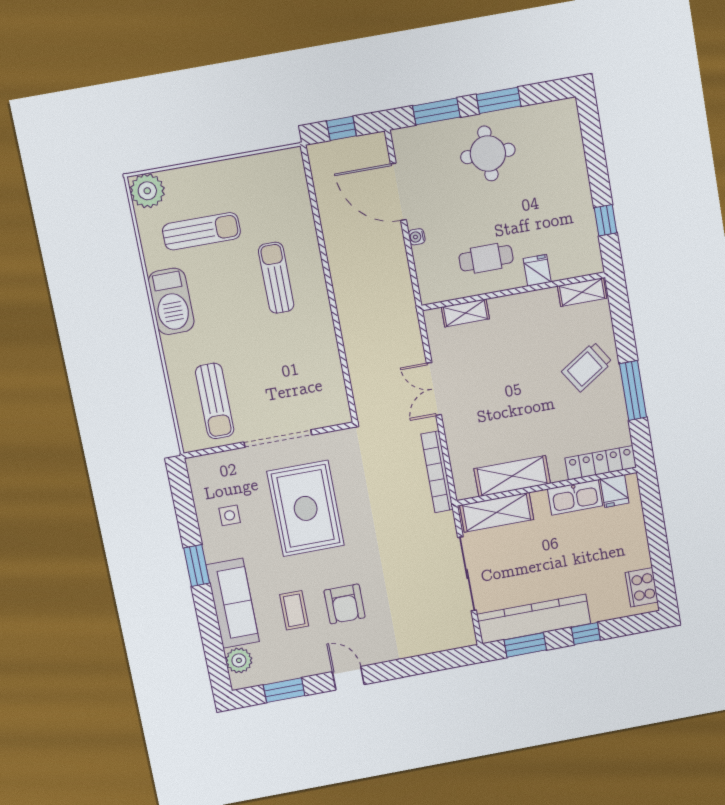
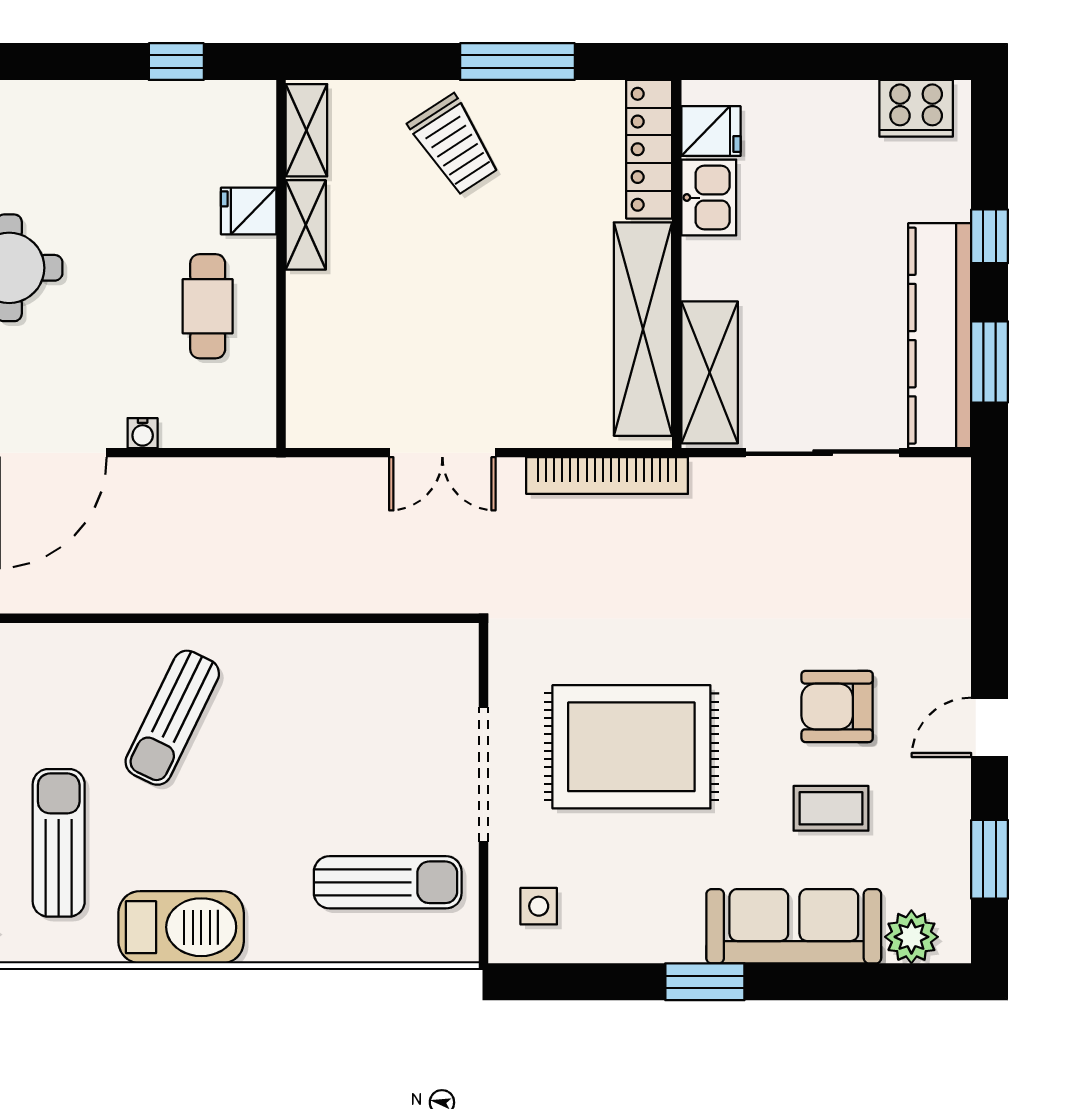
sun lounger: (276, 278) -> (172, 718), turned -64
shelving: (465, 313) -> (306, 225), moved
shelving: (512, 476) -> (643, 329), width x1.47
kitchen sink: (575, 497) -> (709, 198), width x0.73
side table: (230, 515) -> (539, 906), moved
armchair: (345, 604) -> (837, 706), turned 180

